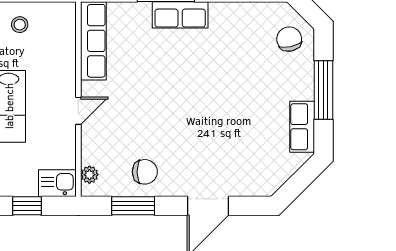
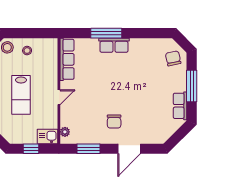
chair: (145, 172) -> (114, 122), moved, turned 90

